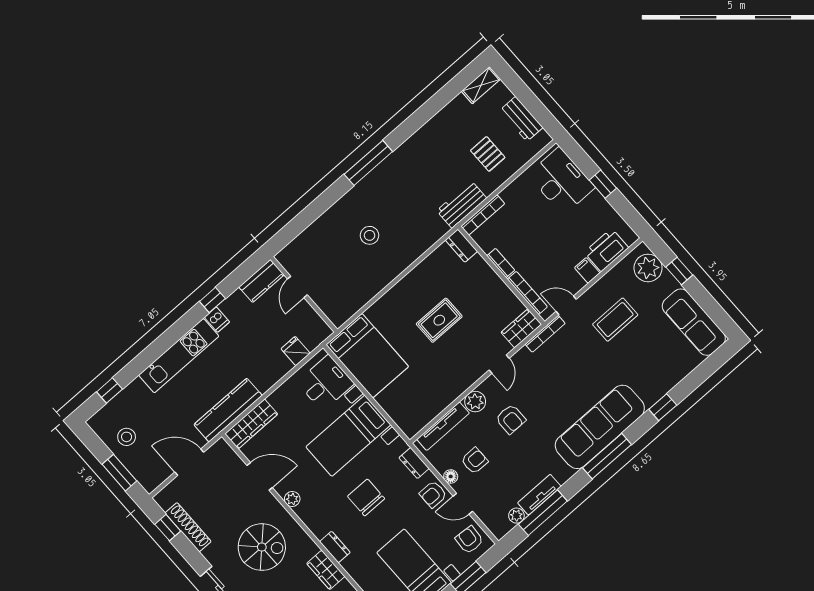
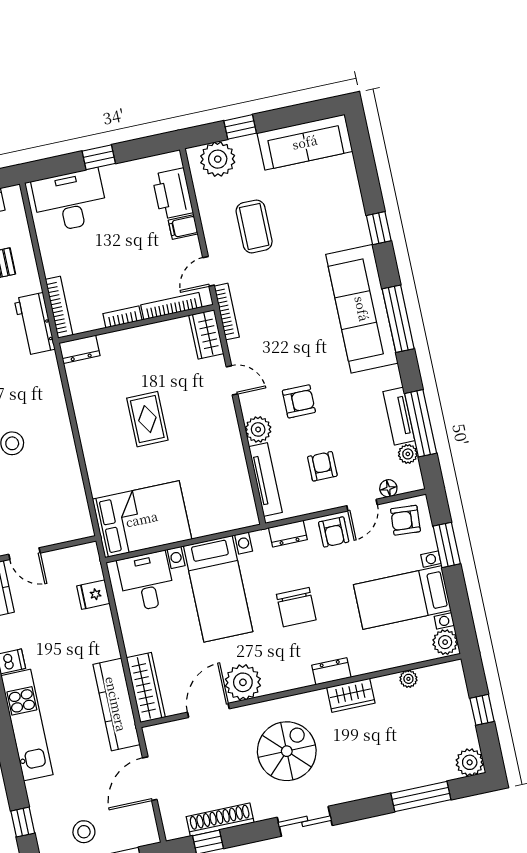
floor lamp: (451, 476) -> (388, 488), moved
chair: (366, 497) -> (296, 607), turned -90
plant: (292, 499) -> (243, 682), width x1.88, depth x1.88

